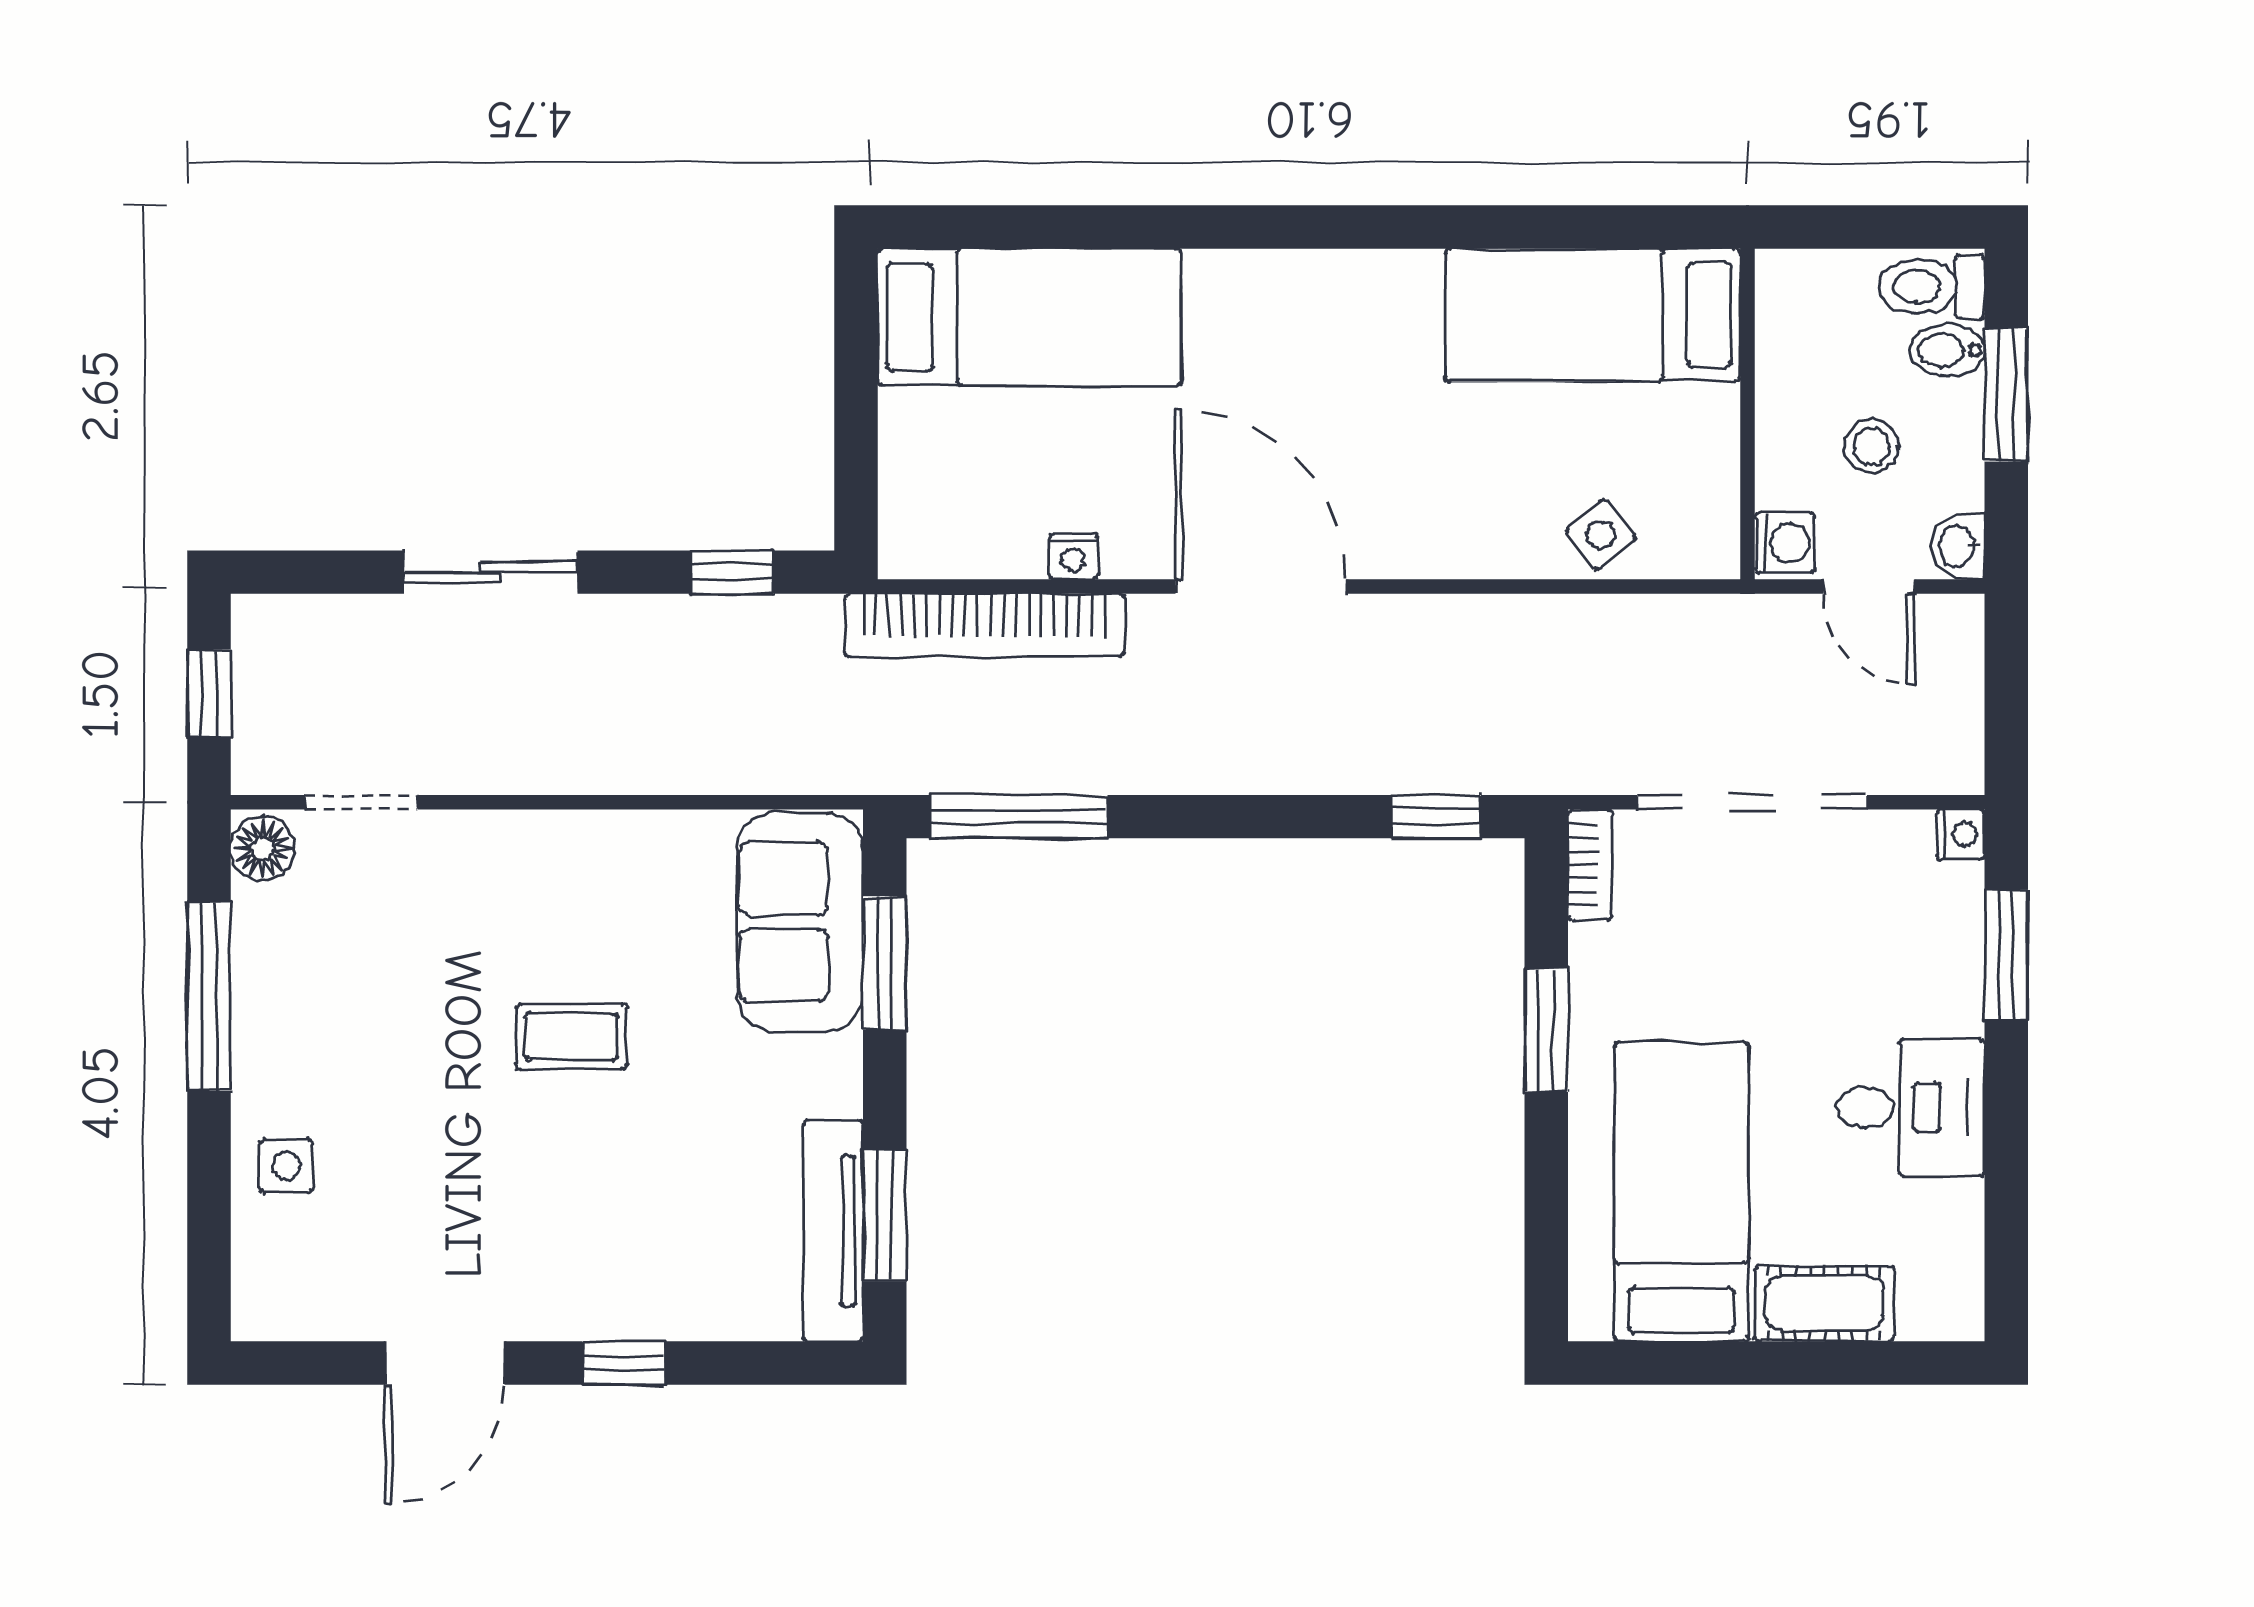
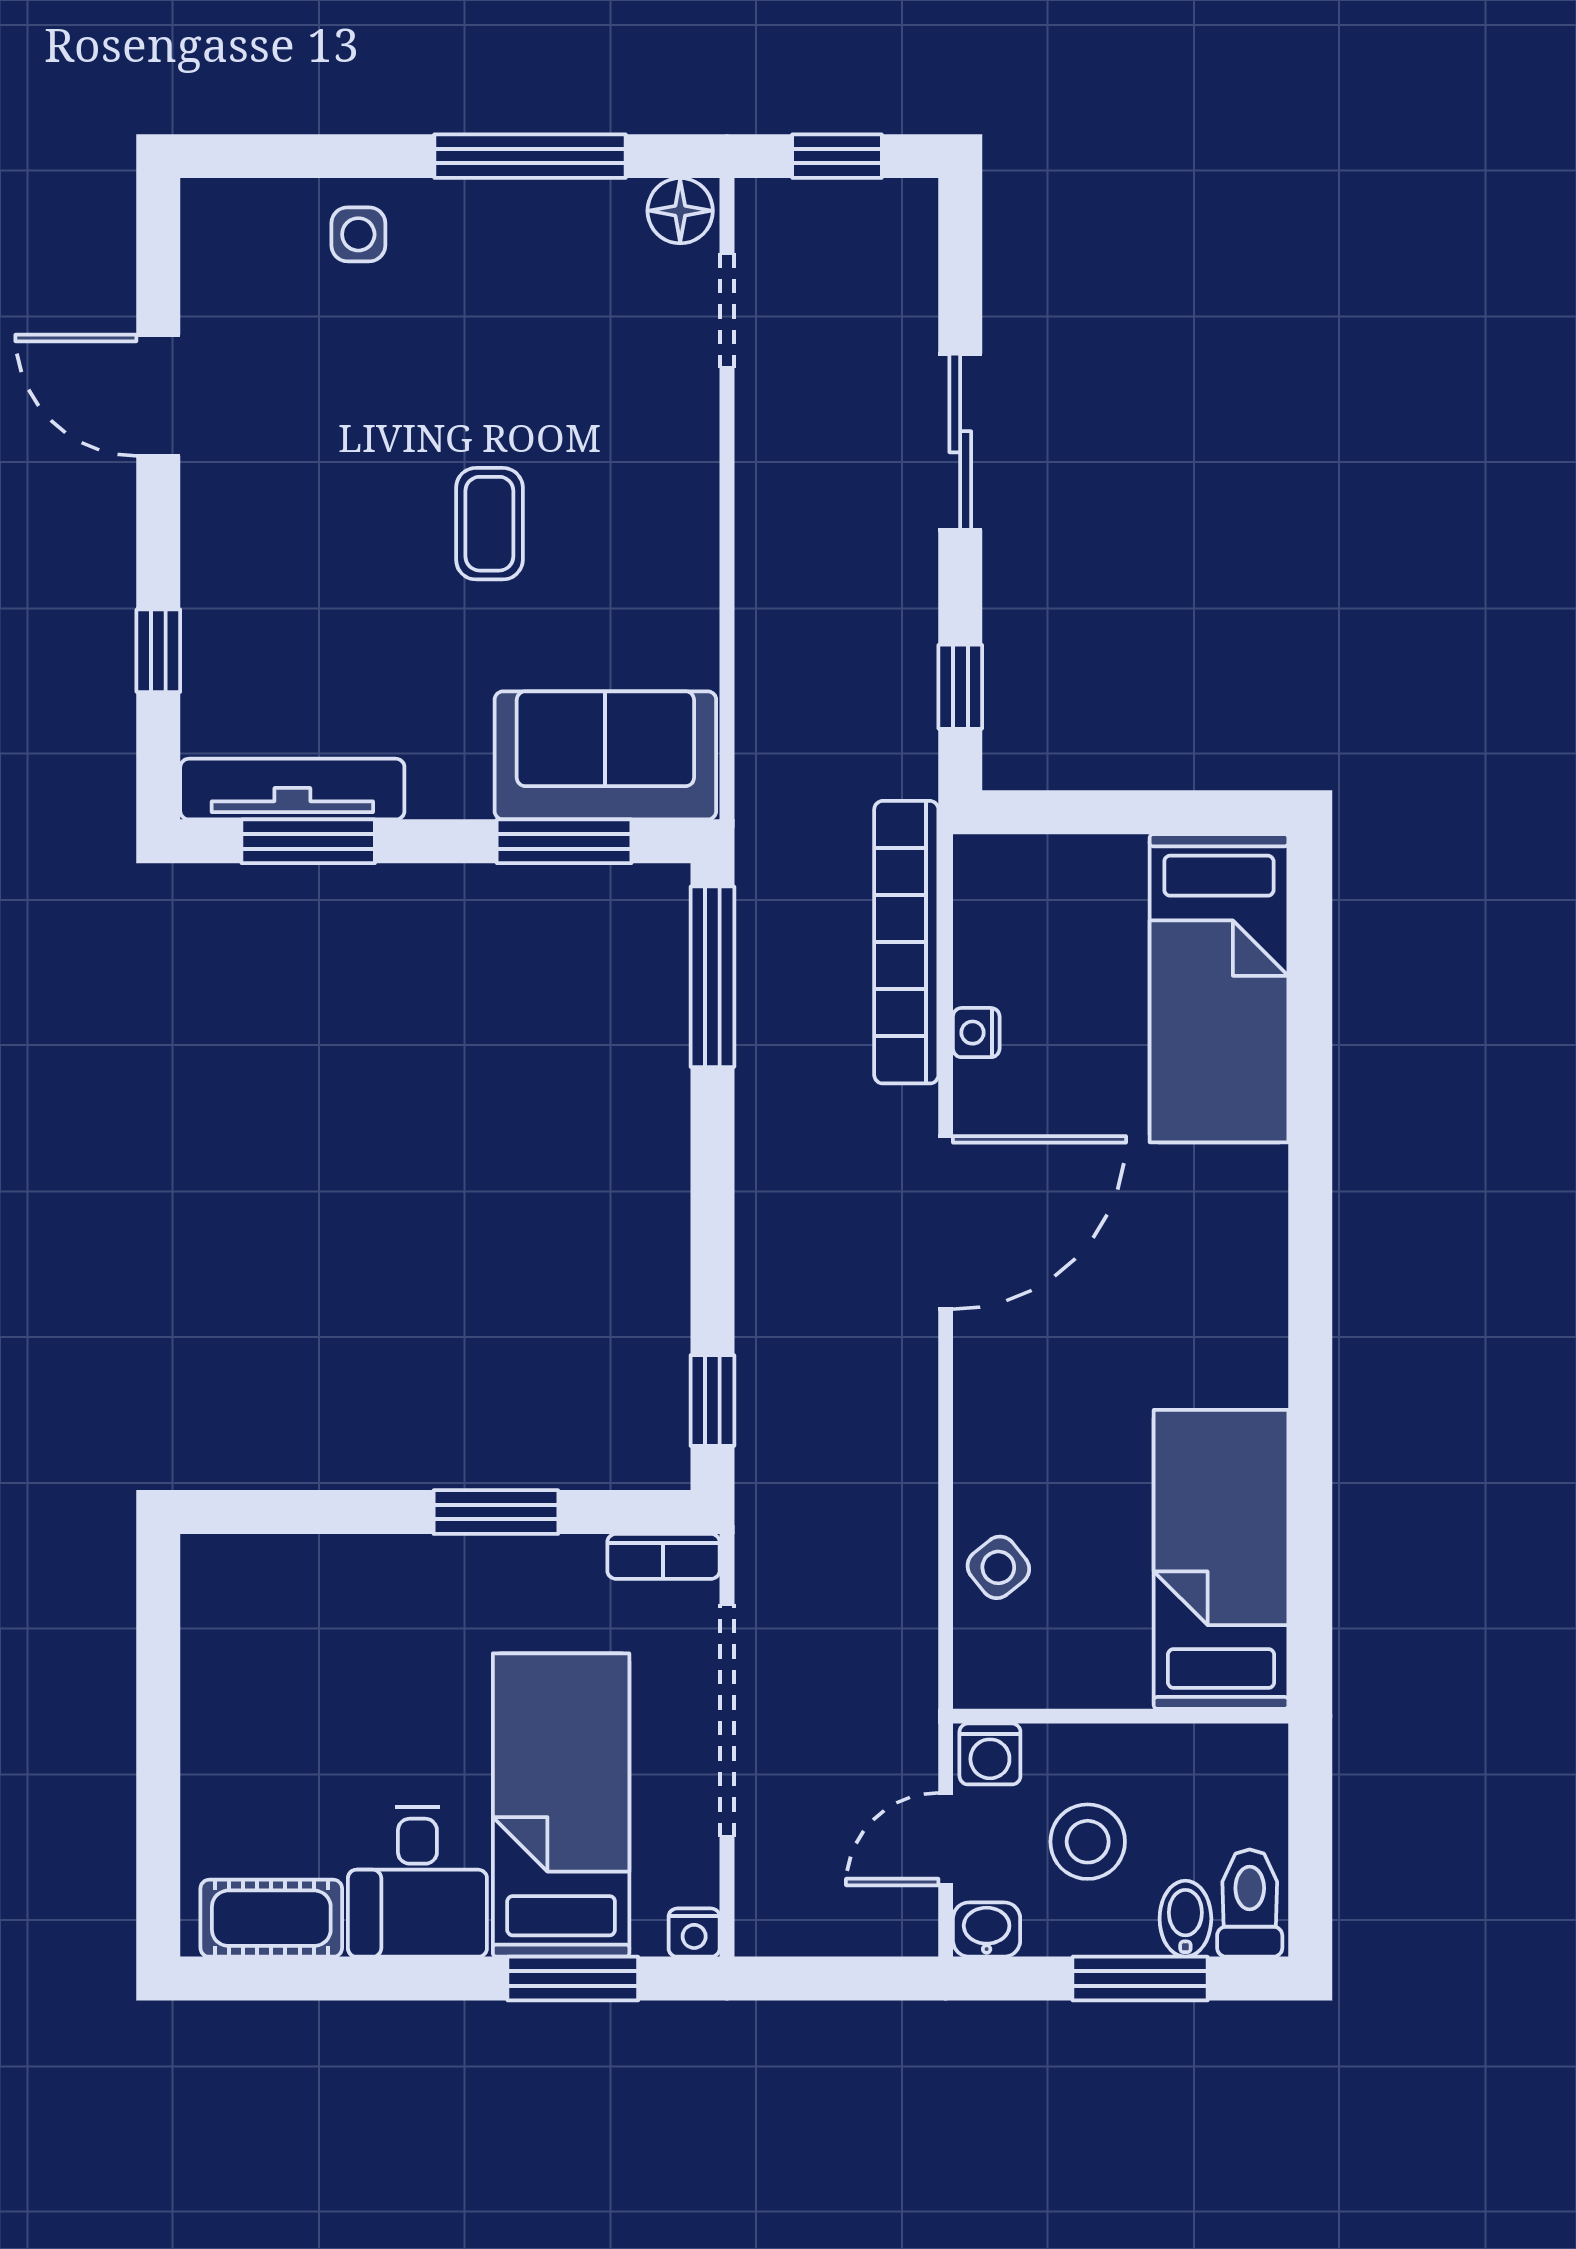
stool: (1871, 446) -> (1088, 1842), width x1.37, depth x1.37
bed: (1681, 1192) -> (561, 1805), moved, turned -90
cot: (1824, 1303) -> (271, 1918), moved, turned 90
window: (623, 1363) -> (158, 651), moved

